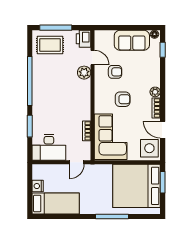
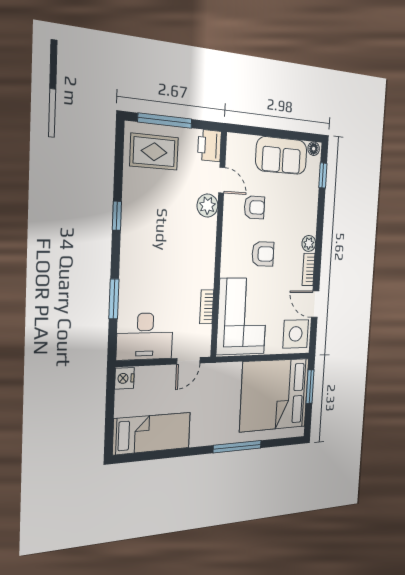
window: (30, 81) -> (117, 216), width x0.32
nightstand: (38, 186) -> (124, 378), moved

